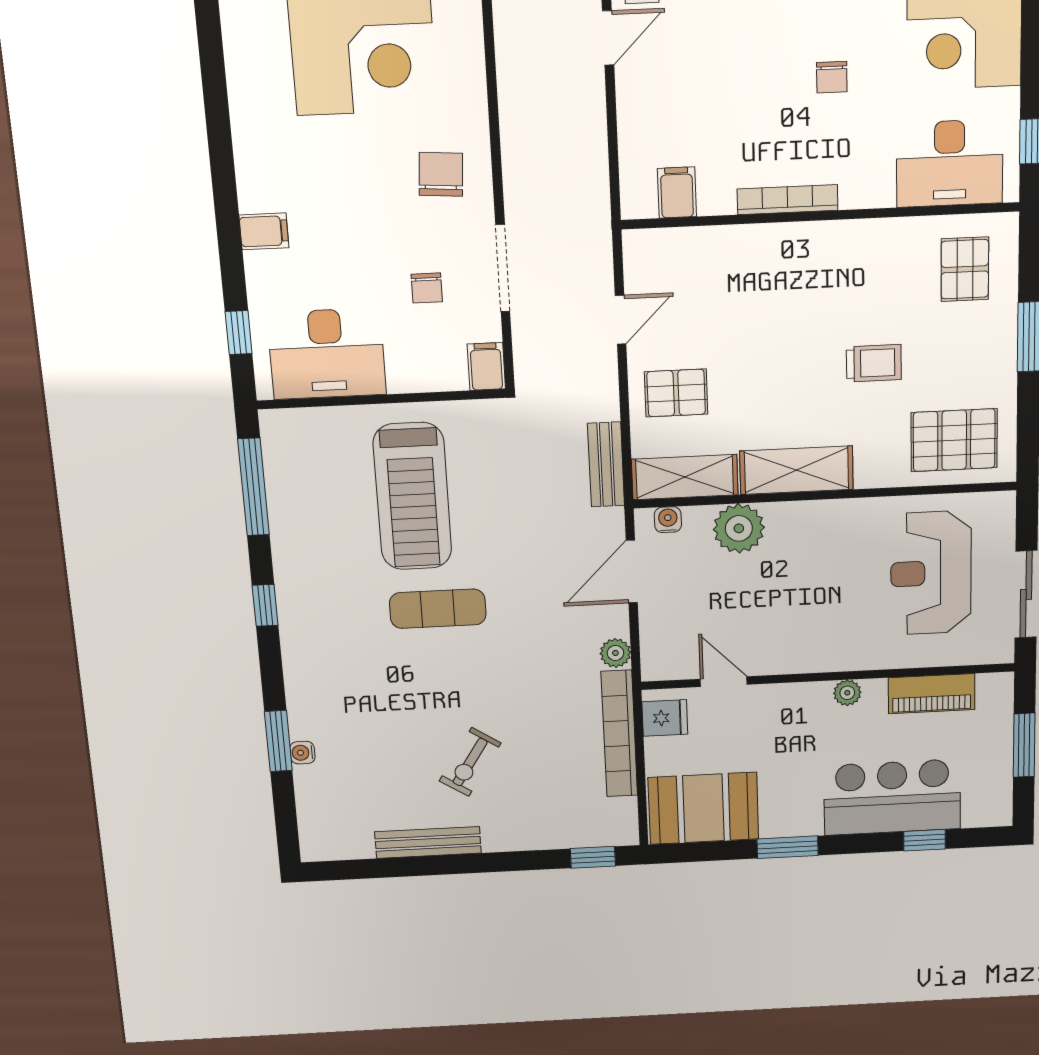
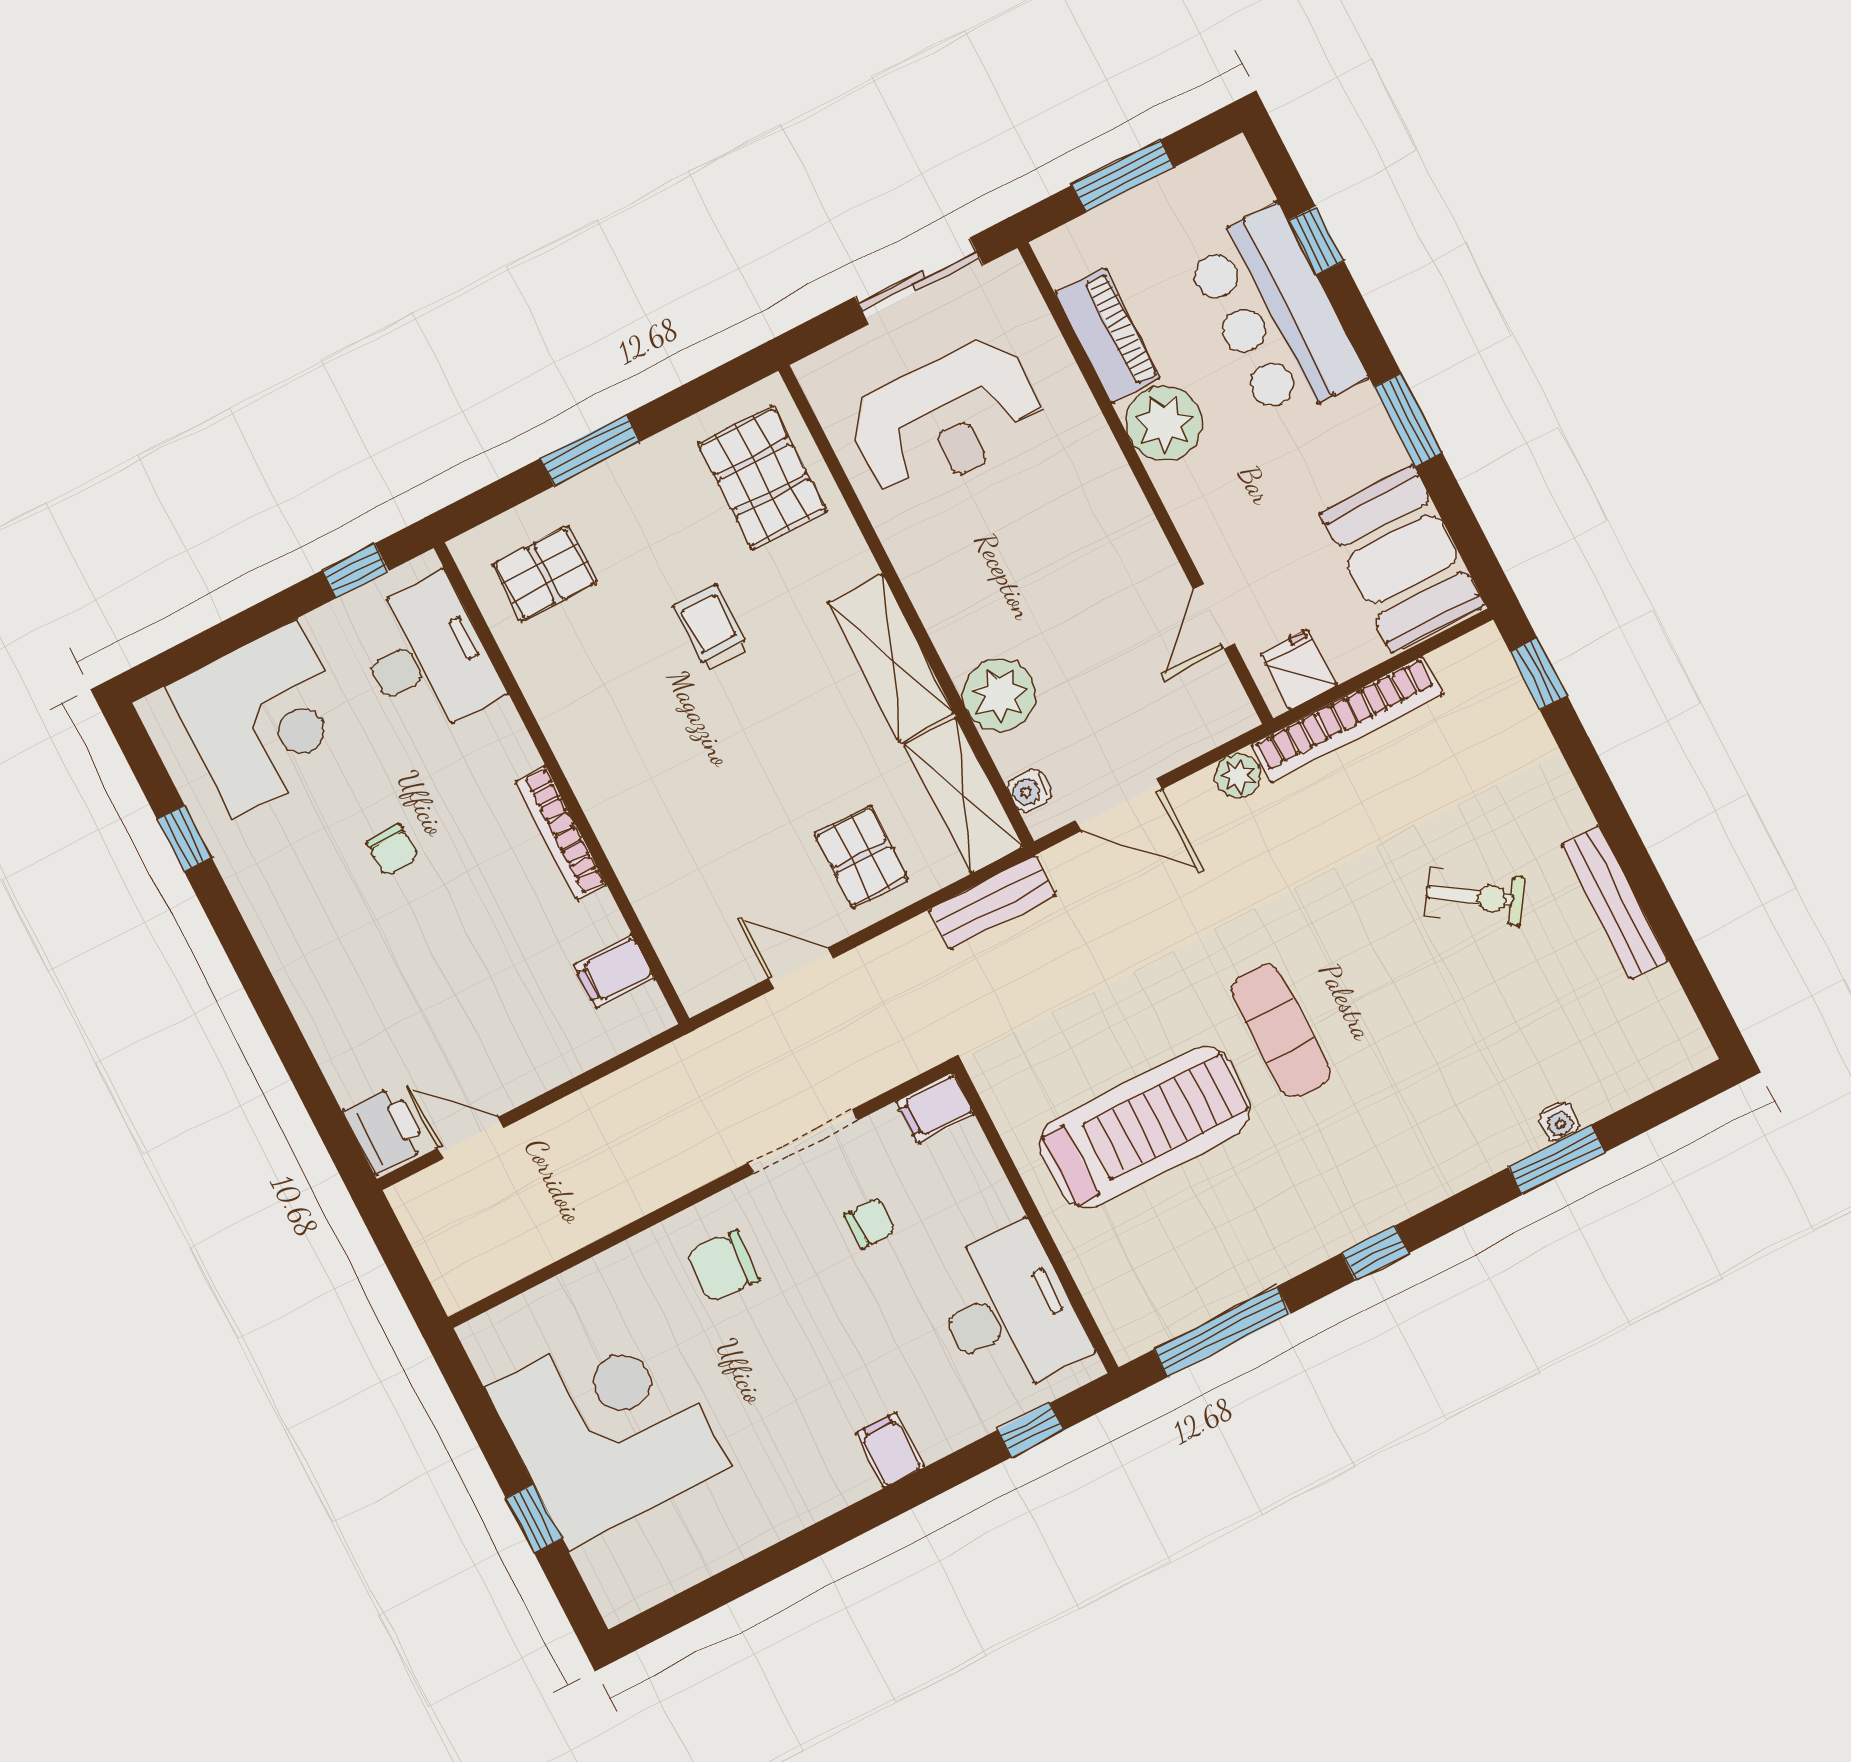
chair: (832, 77) -> (393, 850), turned 88
plant: (847, 693) -> (1164, 423), width x1.88, depth x1.88

